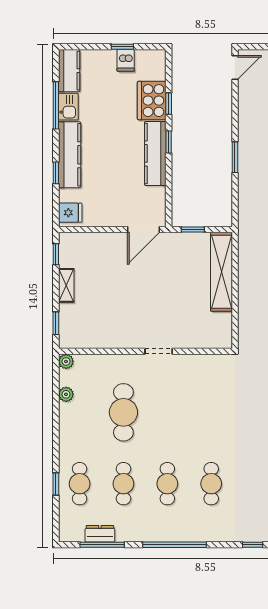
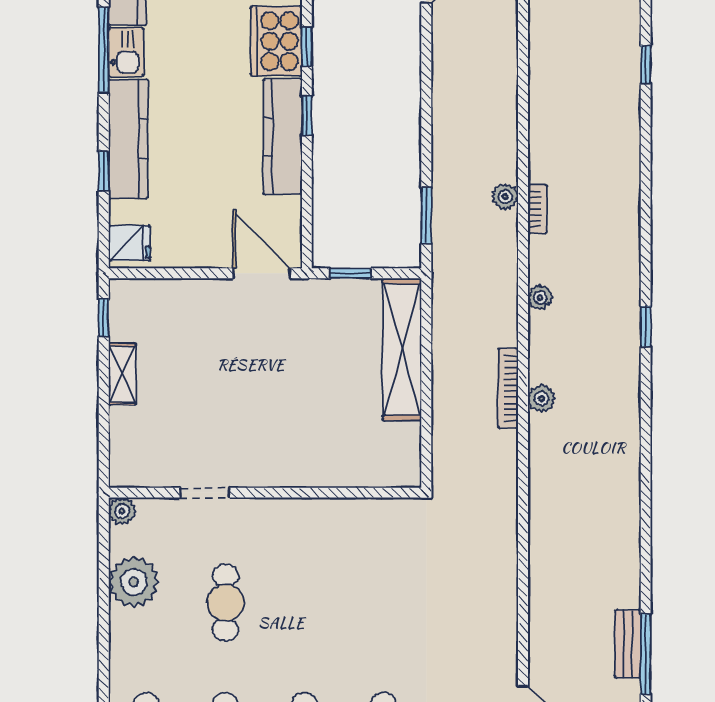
window: (235, 157) -> (426, 216), moved
door: (144, 229) -> (262, 273), swing flipped
window: (56, 323) -> (104, 442), removed
doorway: (159, 351) -> (205, 493), moved
plant: (66, 394) -> (134, 582), width x1.87, depth x1.87
cafe table: (123, 412) -> (225, 603), width x0.73, depth x0.74

